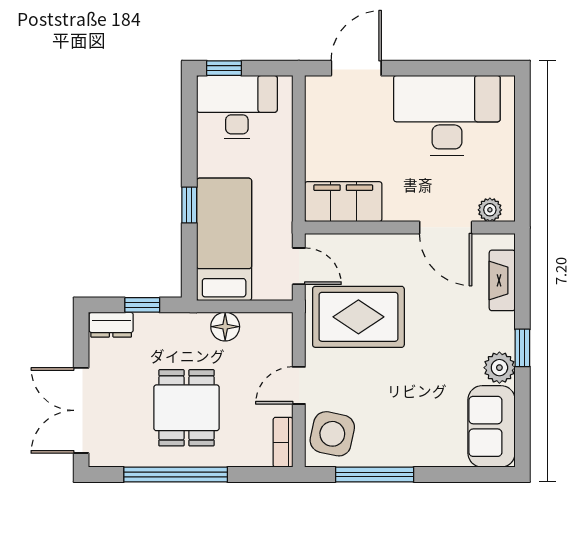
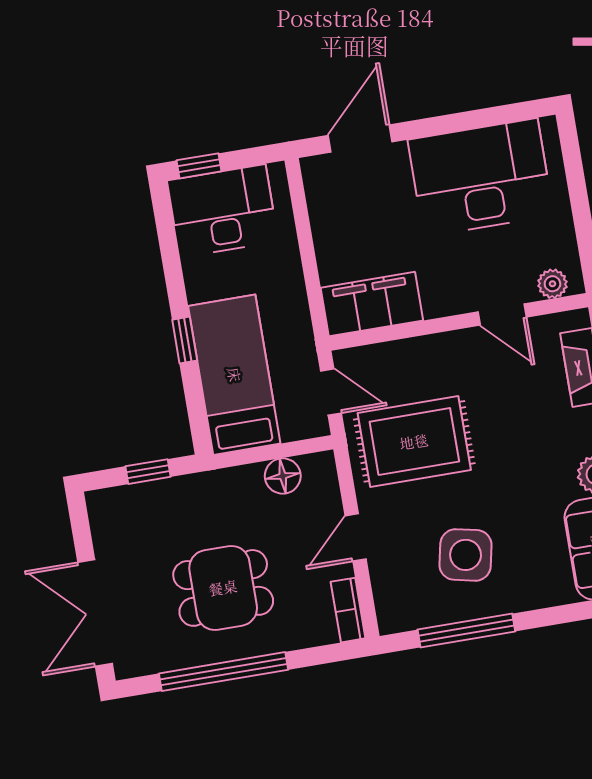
door: (446, 227) -> (502, 314), width x0.73
dresser: (111, 325) -> (114, 502), removed
floor lamp: (225, 327) -> (283, 476), moved
dining table: (186, 408) -> (223, 588), turned 90
side table: (332, 434) -> (466, 555), moved

